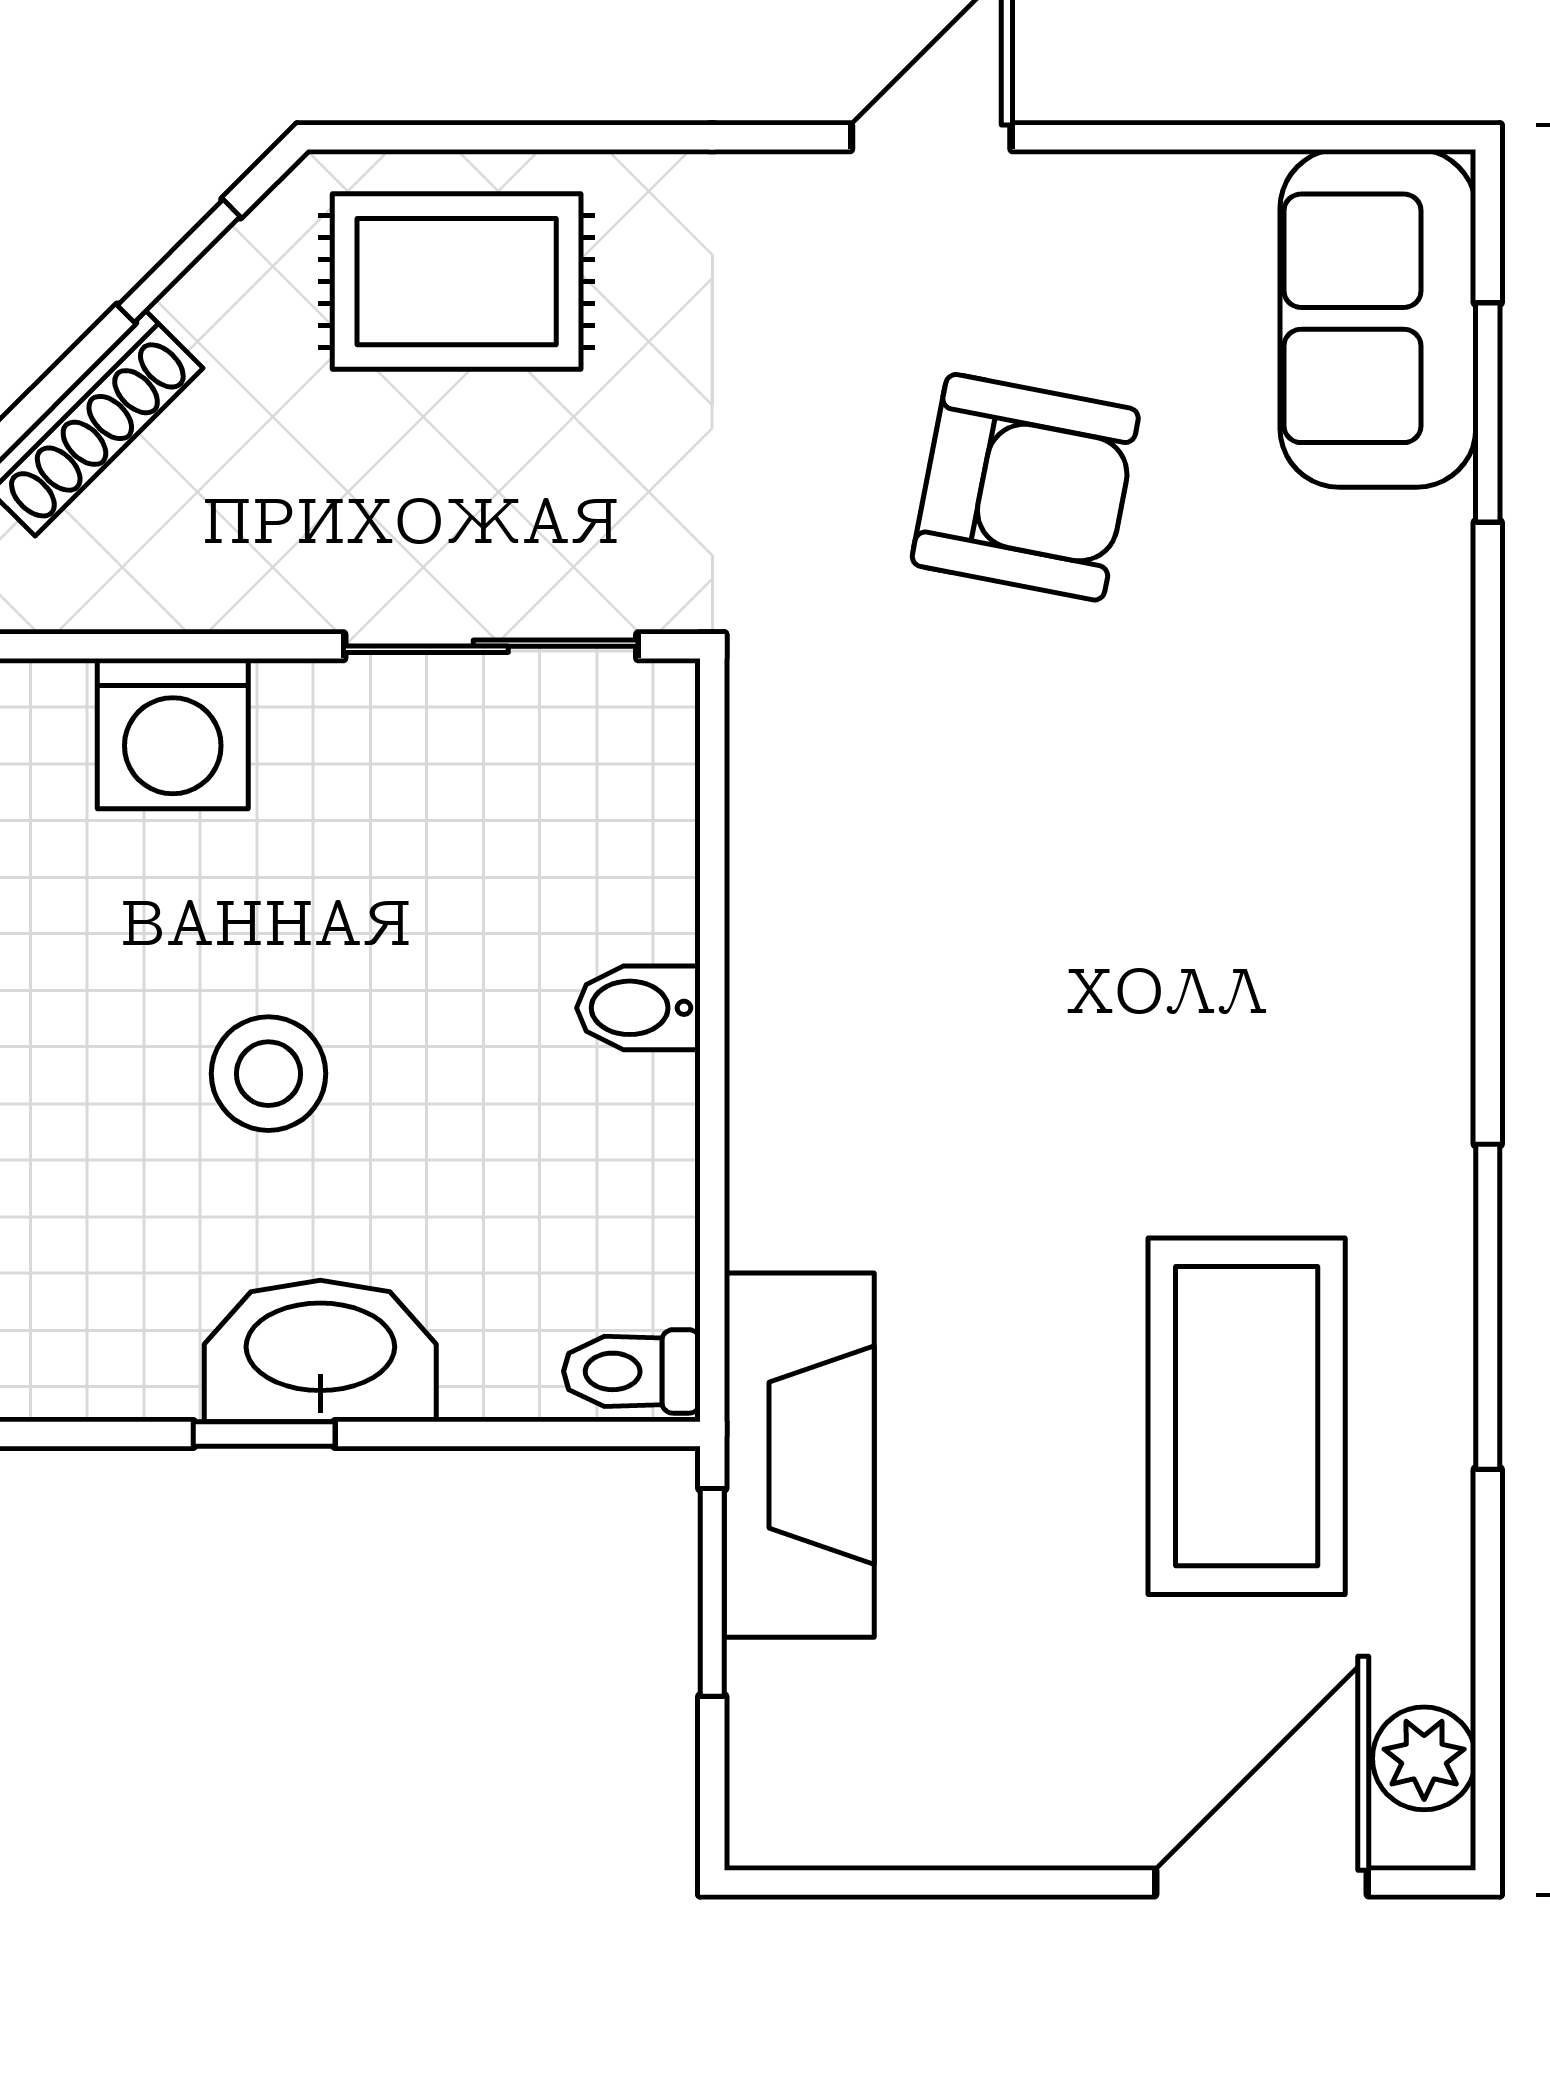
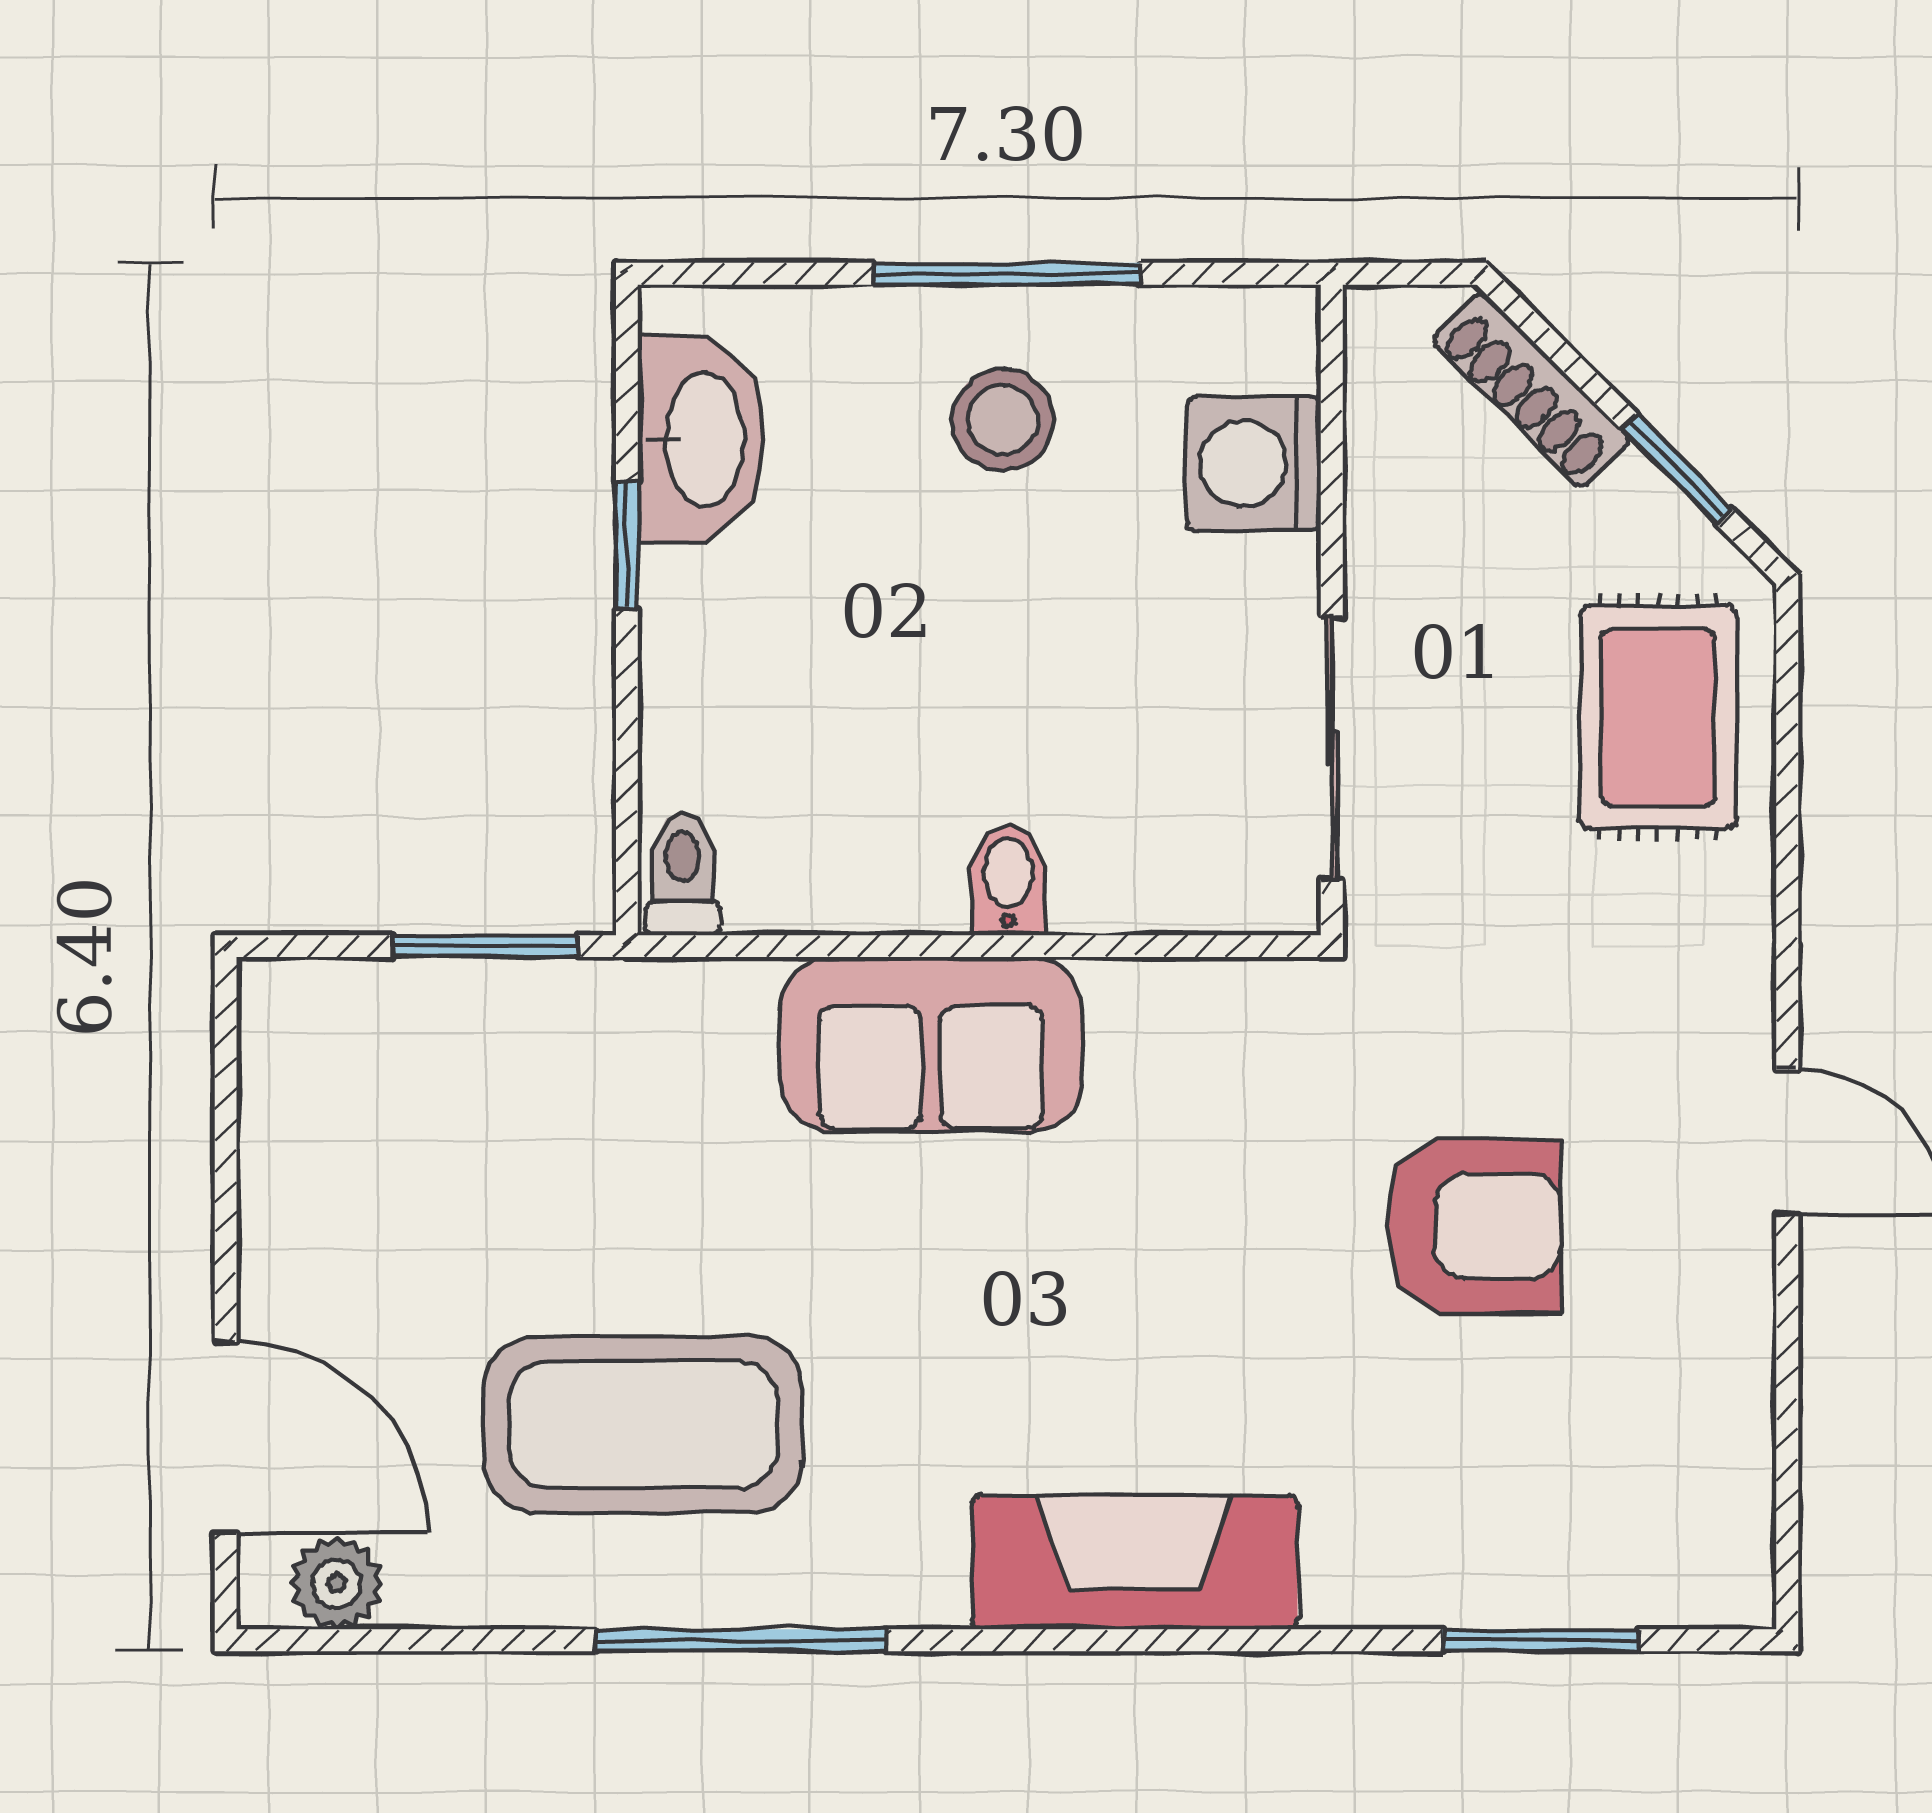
sofa: (1378, 318) -> (931, 1044), moved, turned 180
armchair: (1025, 487) -> (1474, 1226), turned -101
stool: (268, 1074) -> (1003, 420), moved
washbasin: (320, 1351) -> (701, 439), moved
fireplace: (799, 1455) -> (1134, 1562), moved, turned 180

